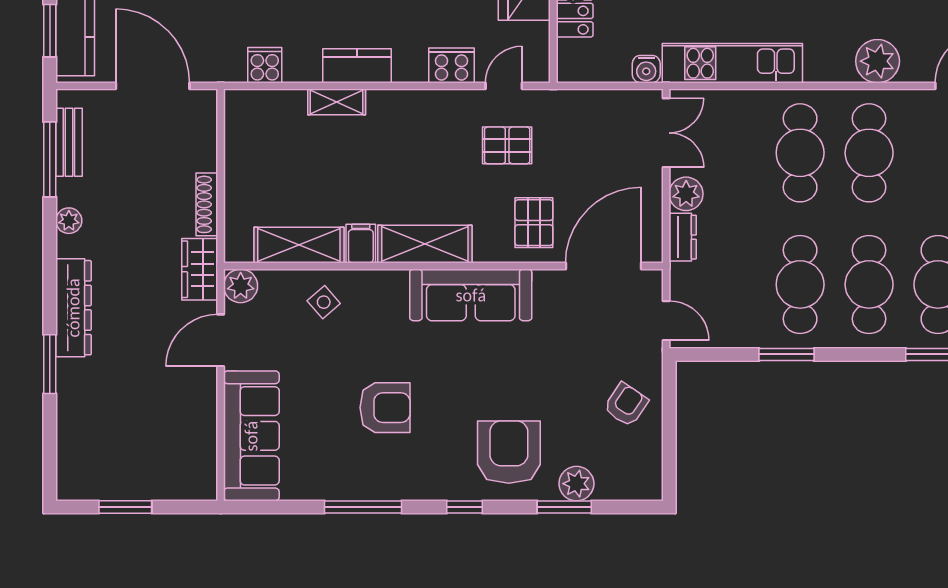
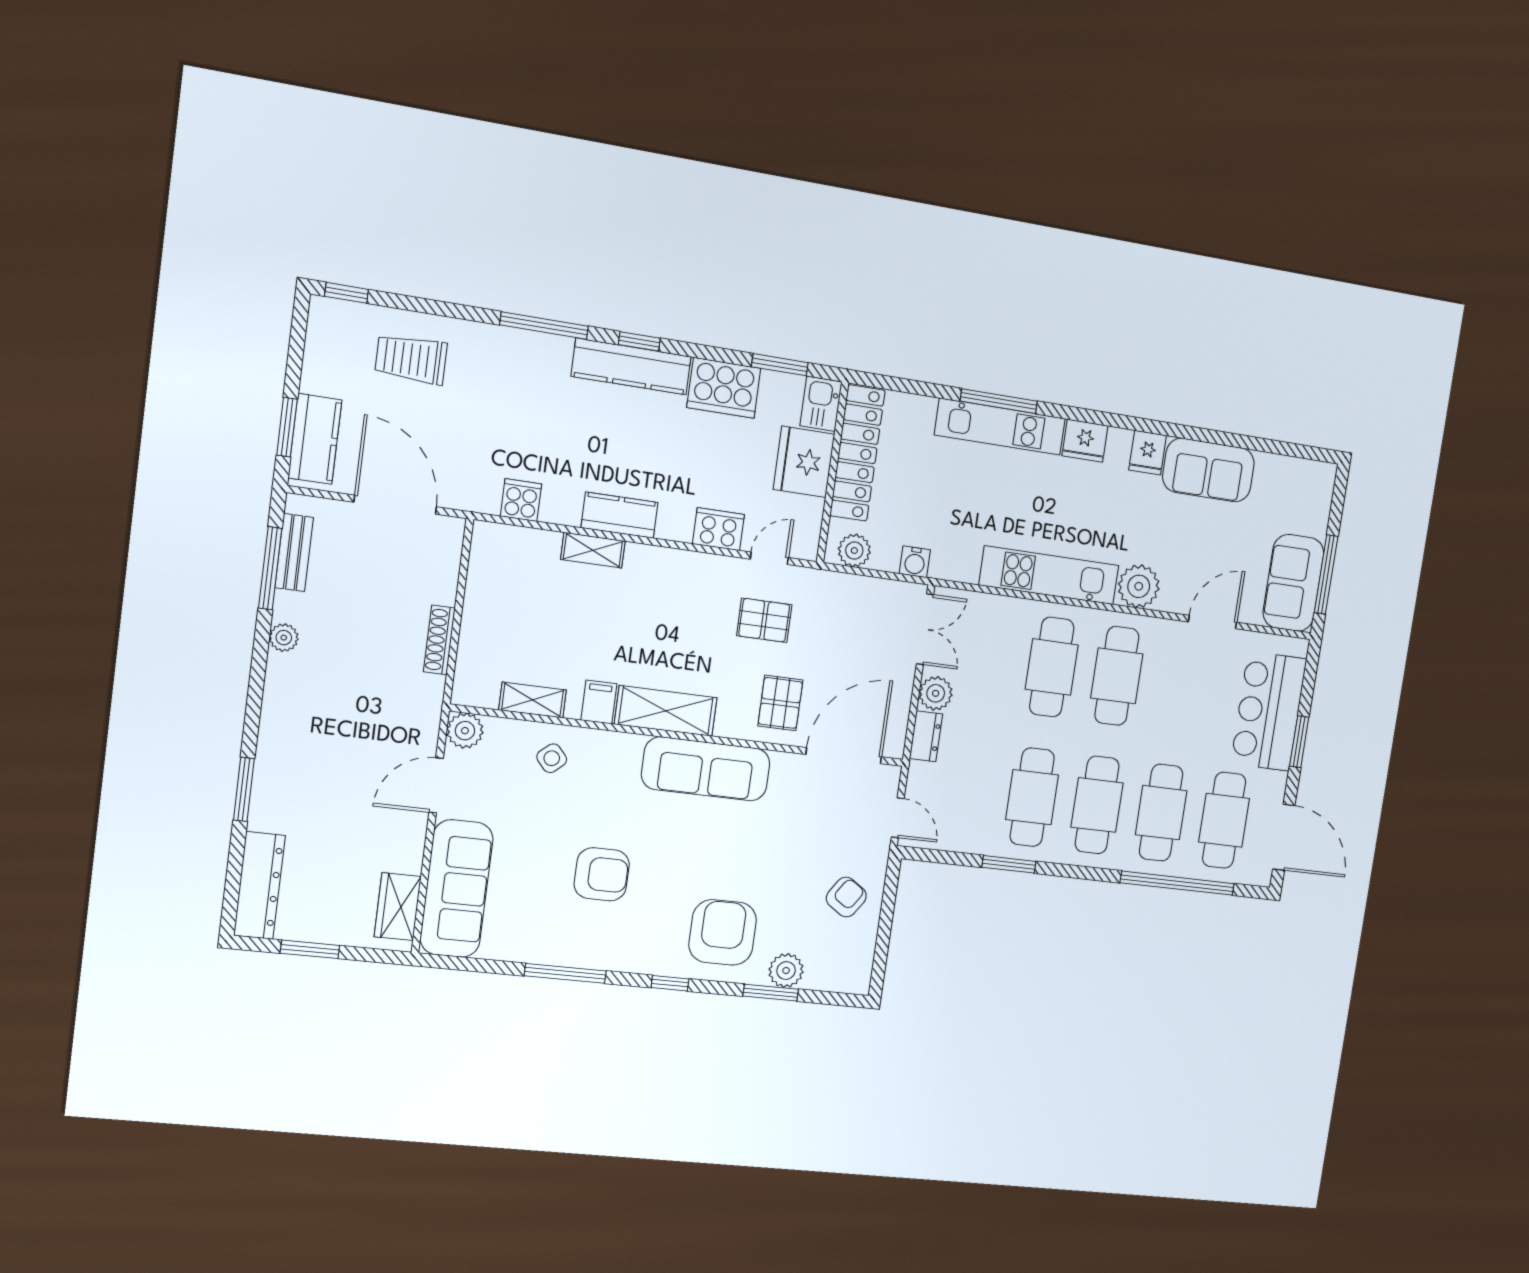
kitchen unit: (732, 63) -> (1049, 575), moved
plant: (585, 67) -> (854, 551), added
shelving: (299, 245) -> (533, 700), width x0.67, depth x0.75
wardrobe: (200, 269) -> (398, 907), moved
dresser: (73, 308) -> (259, 885), moved

